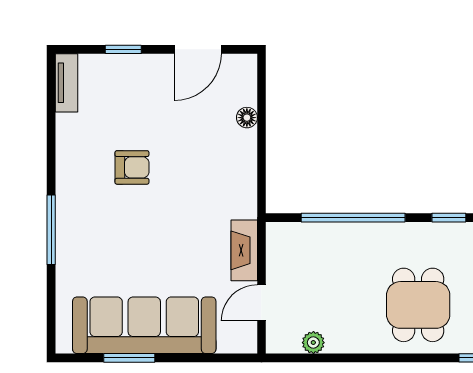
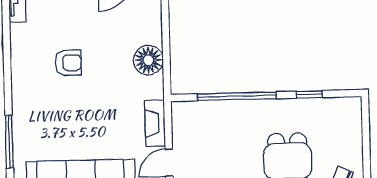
floor lamp: (247, 118) -> (148, 60), moved, width x1.89, depth x1.89
window: (51, 230) -> (9, 142), moved

